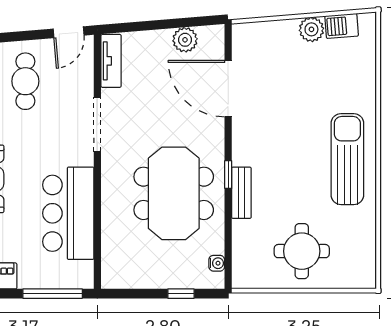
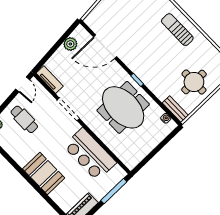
sun lounger: (347, 159) -> (177, 30), width x0.73, depth x0.75
bench: (241, 193) -> (175, 109), moved
window: (181, 294) -> (163, 143), removed

